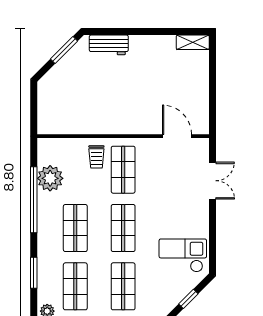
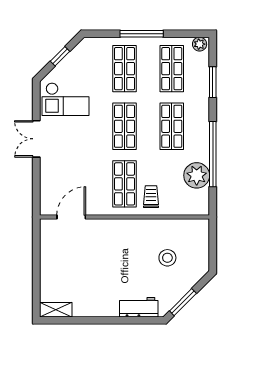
stool: (80, 95) -> (167, 258), added
door: (177, 136) -> (71, 217), swing flipped
double door: (213, 181) -> (36, 139), moved

